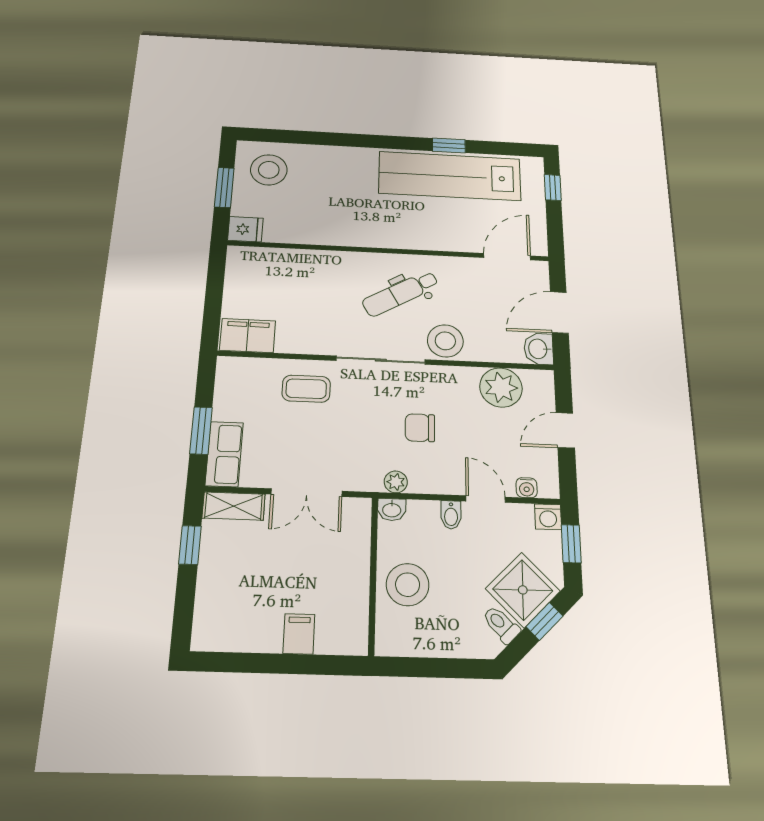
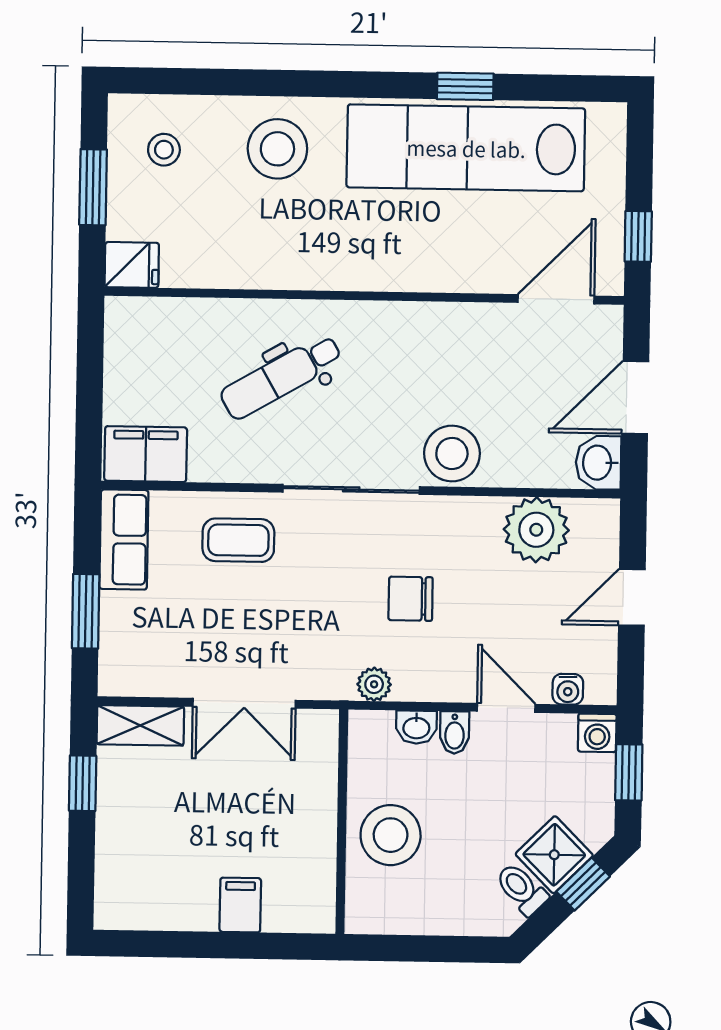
stool: (269, 170) -> (164, 150), width x0.53, depth x0.53
stool: (337, 172) -> (277, 149), added
window: (553, 187) -> (638, 236), moved
dental chair: (401, 293) -> (281, 377), moved
row of seats: (224, 454) -> (124, 540), moved
washbasin: (392, 510) -> (416, 727), moved
shower: (523, 590) -> (554, 855), width x0.73, depth x0.73

